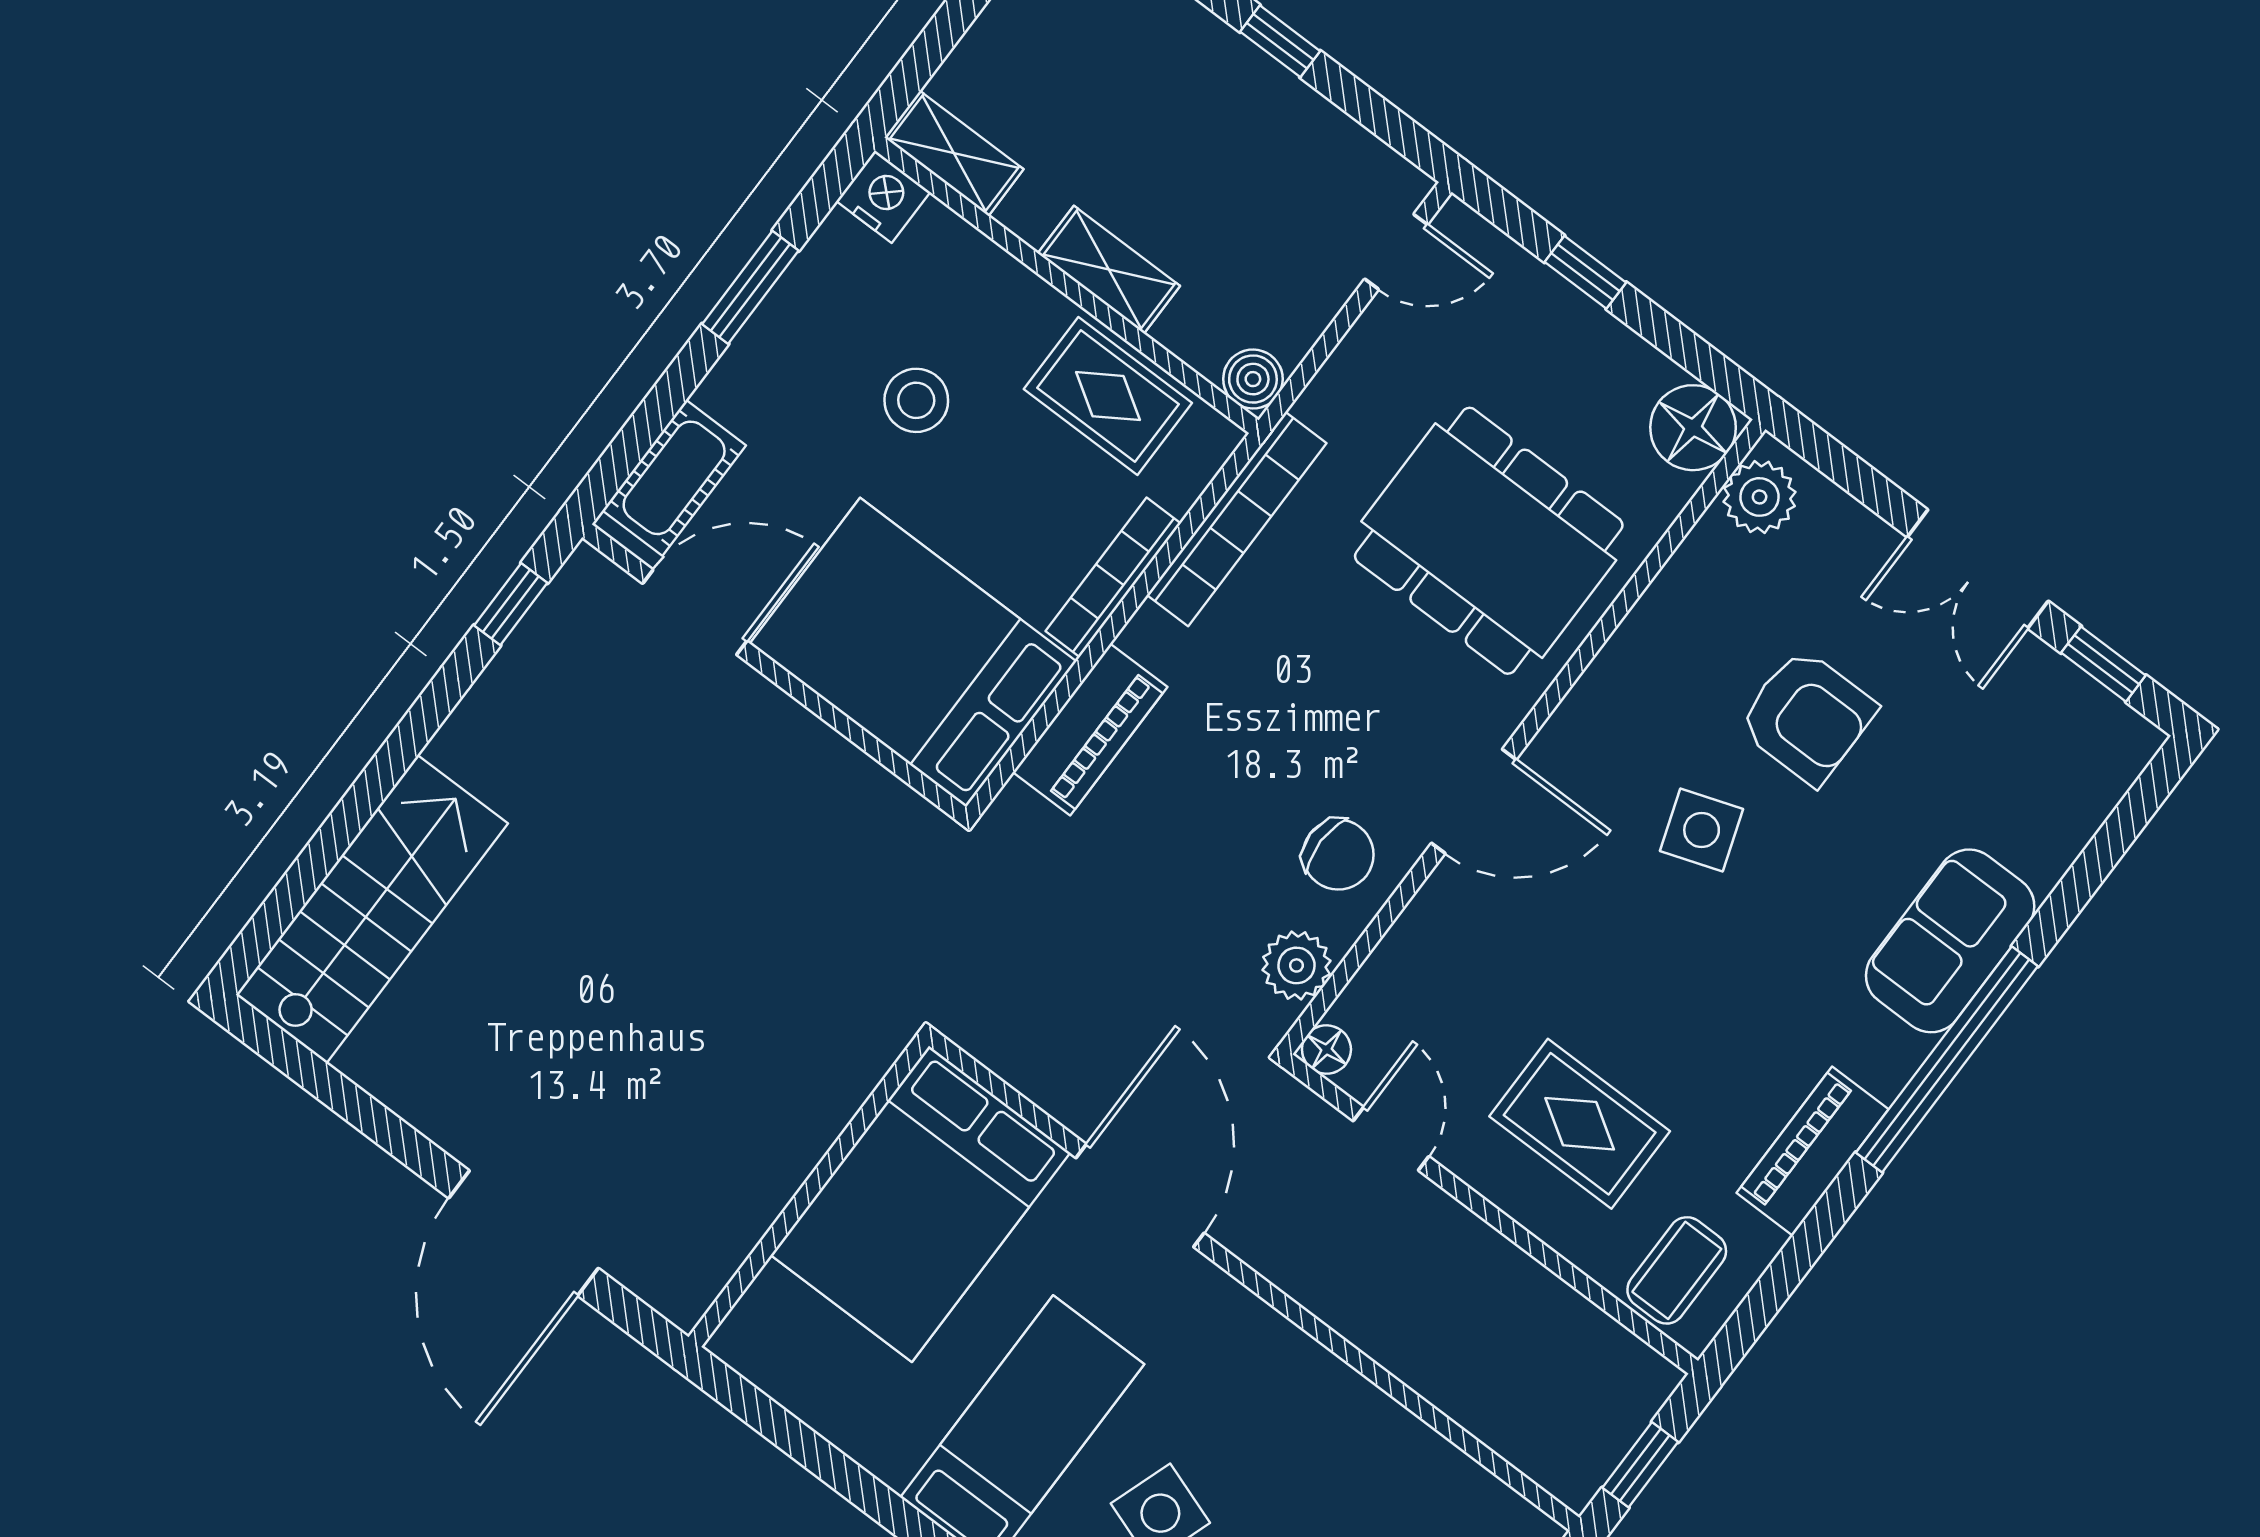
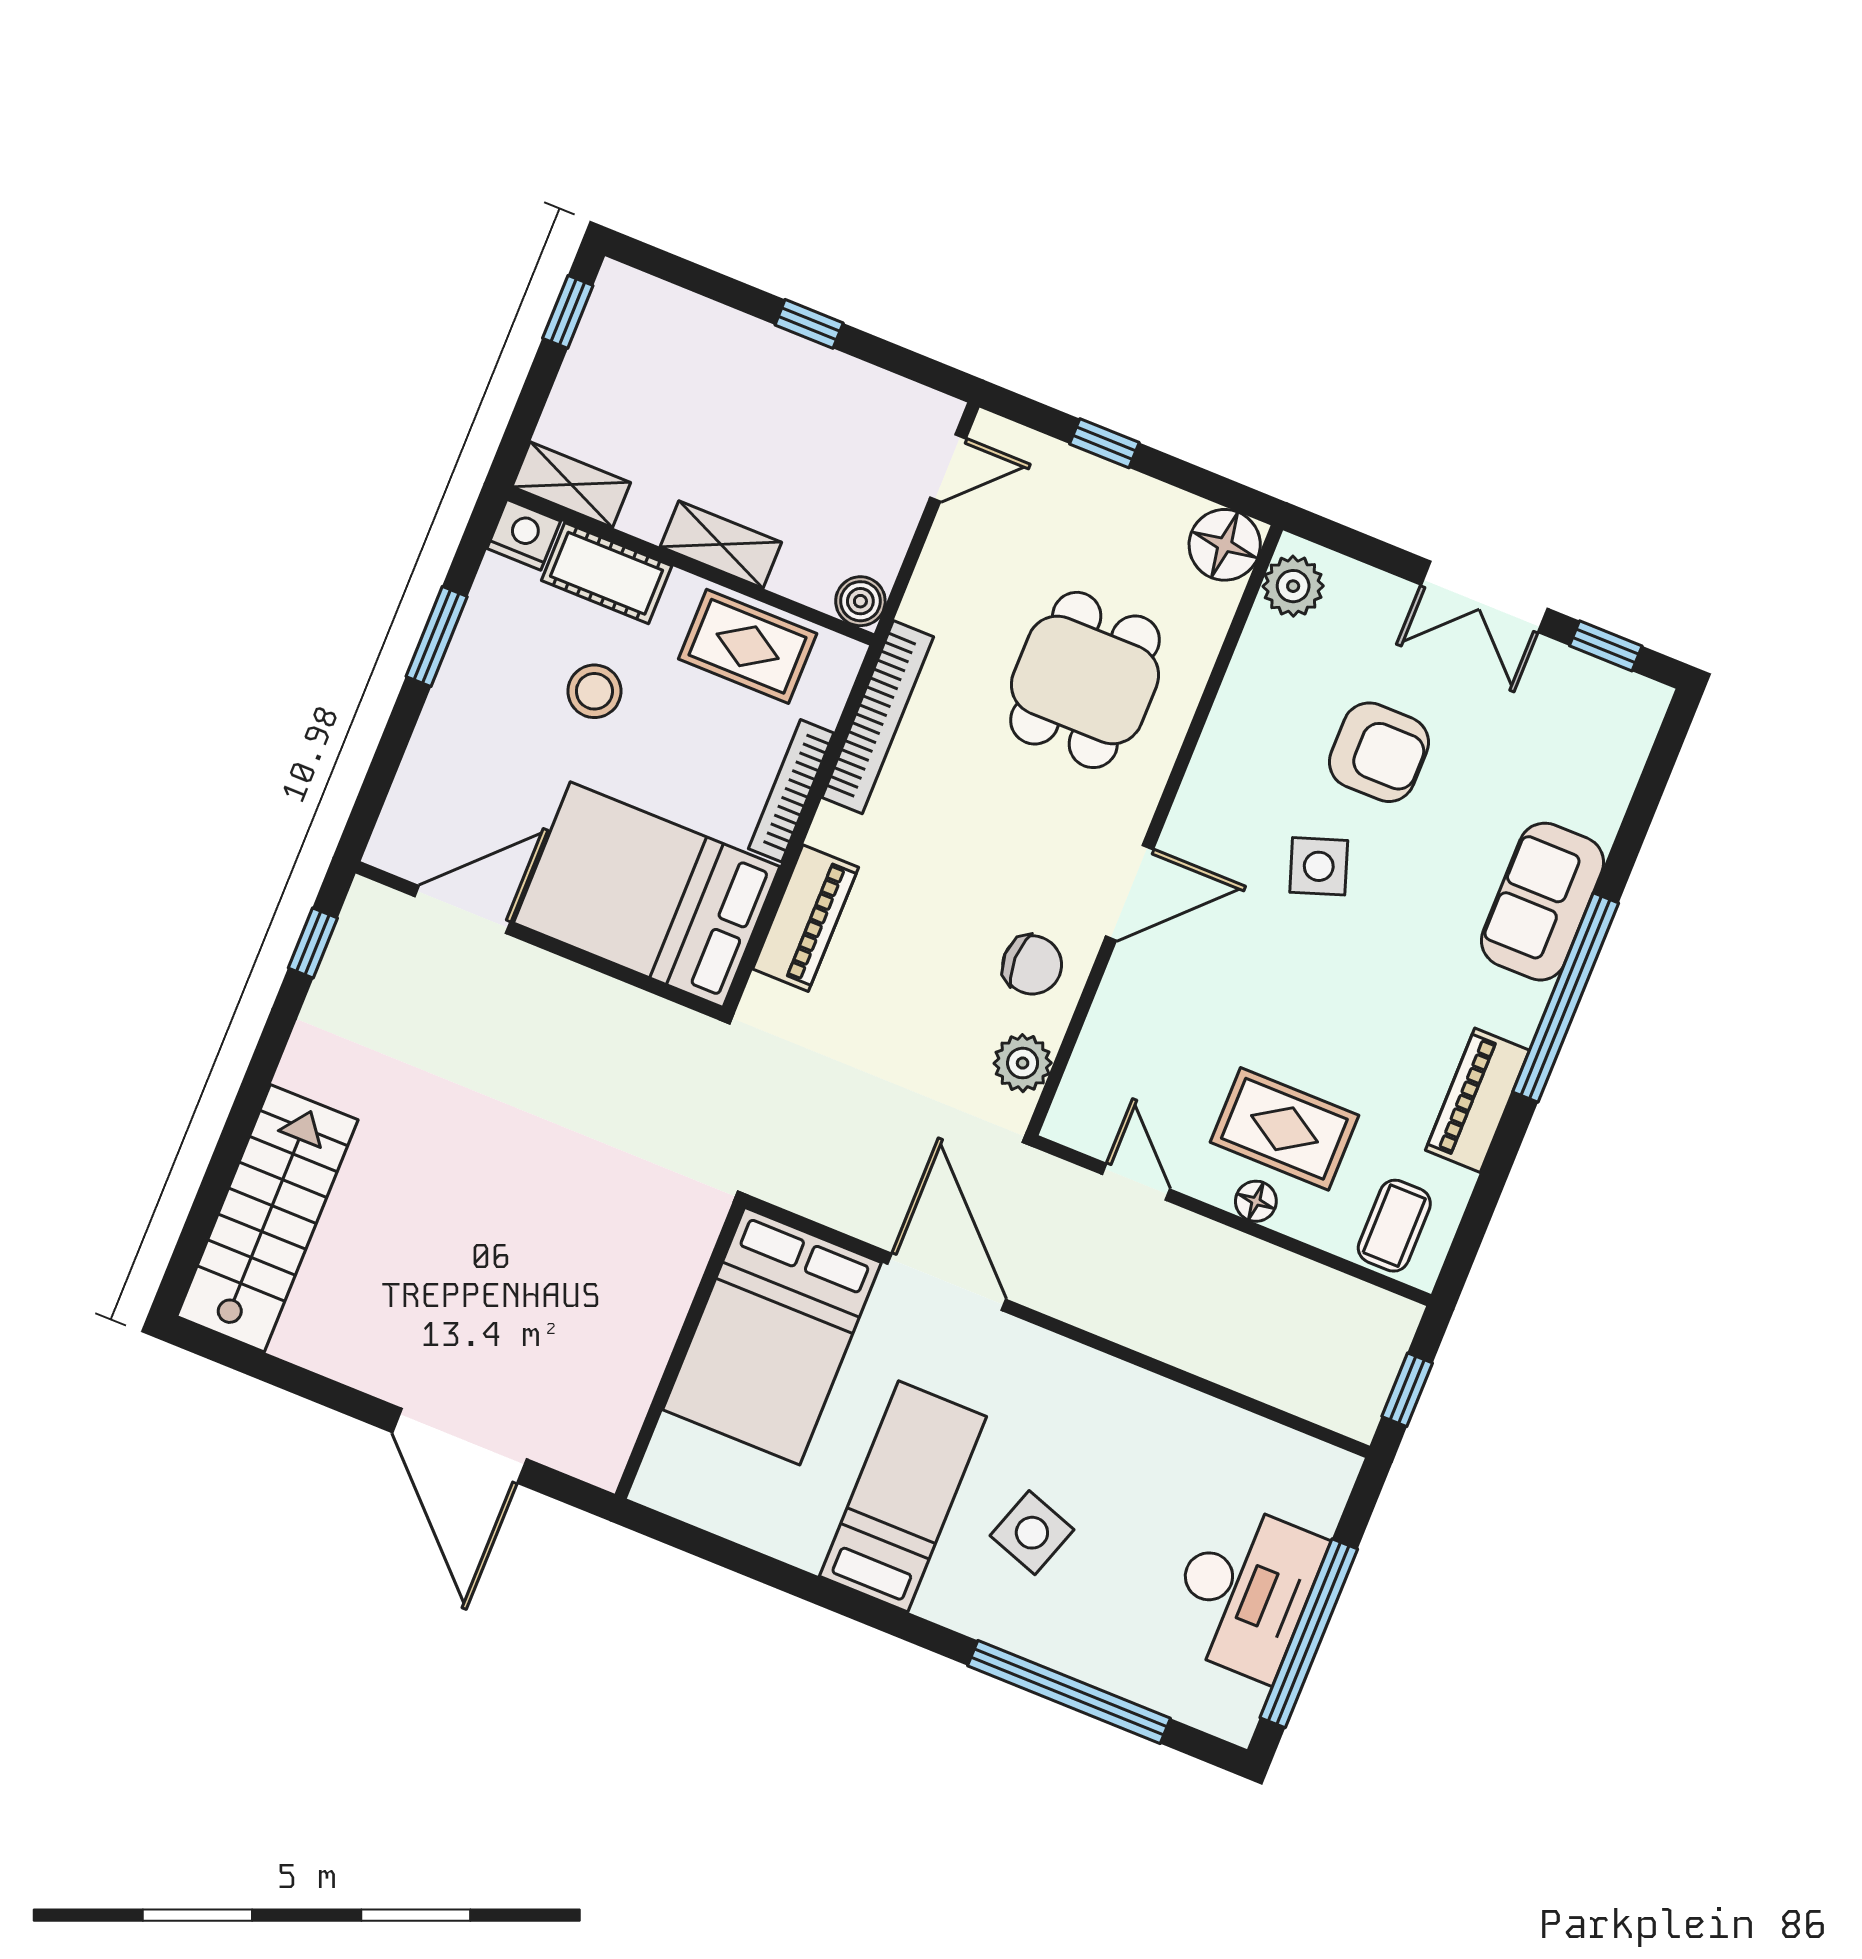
cot: (674, 478) -> (607, 573), moved, turned 90
dining table: (1489, 541) -> (1085, 680), width x0.73
floor lamp: (1326, 1050) -> (1256, 1201), moved

